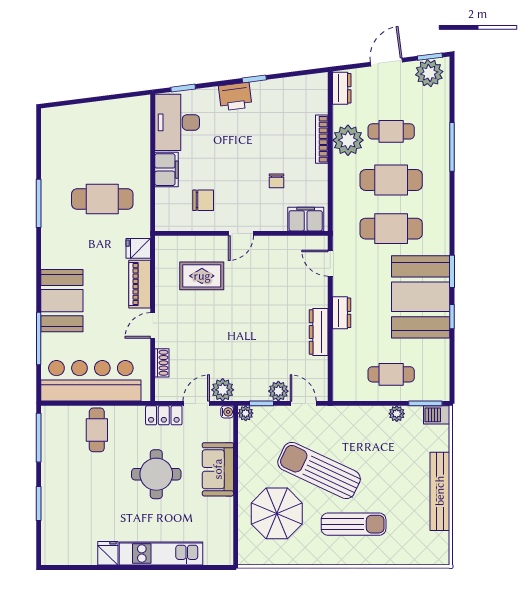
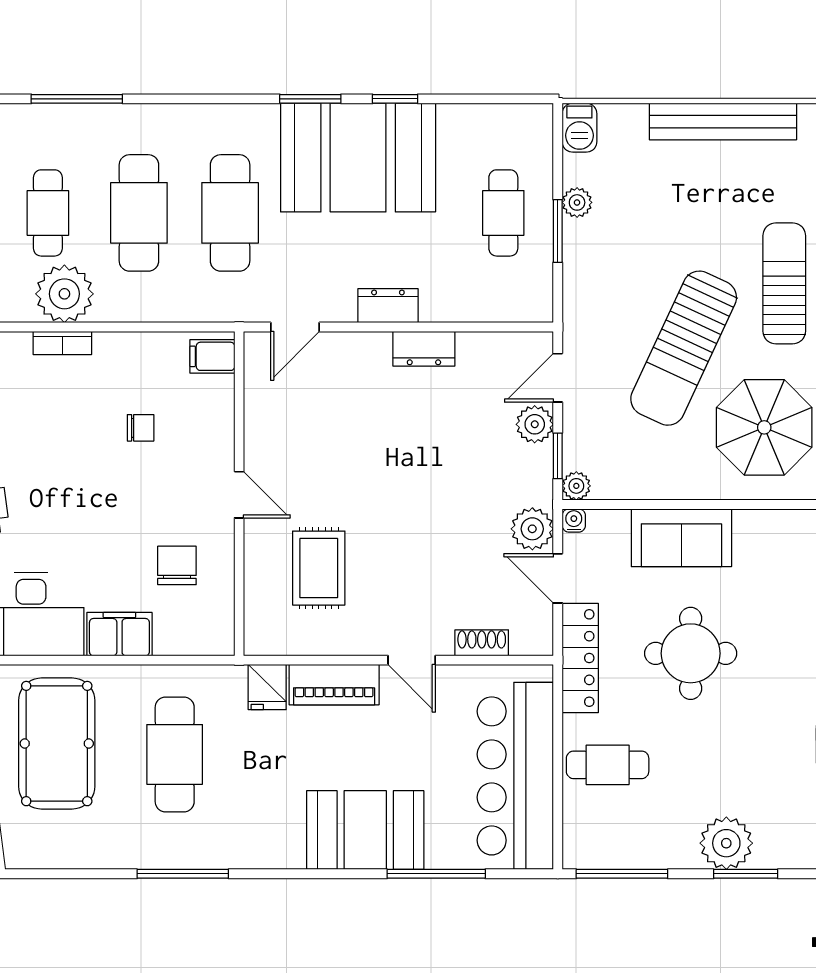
pool table: (108, 136) -> (57, 744), added
bookcase: (322, 139) -> (62, 343), width x0.64
filing cabinet: (306, 219) -> (212, 356), width x0.50
dresser: (319, 332) -> (424, 349), width x0.70
window: (425, 403) -> (558, 231), moved
locker: (164, 415) -> (580, 658), width x1.53
plant: (55, 493) -> (726, 843), added

